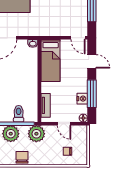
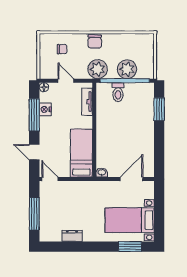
chair: (22, 157) -> (95, 42), moved

